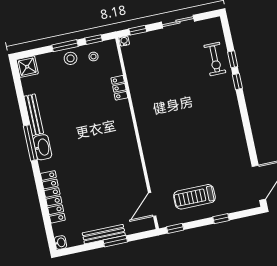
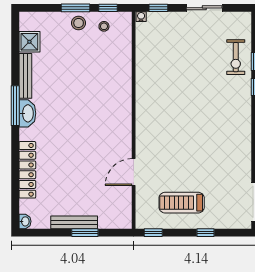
shower: (27, 67) -> (29, 42), moved
locker: (119, 88) -> (125, 66), removed
door: (152, 204) -> (134, 172), moved

